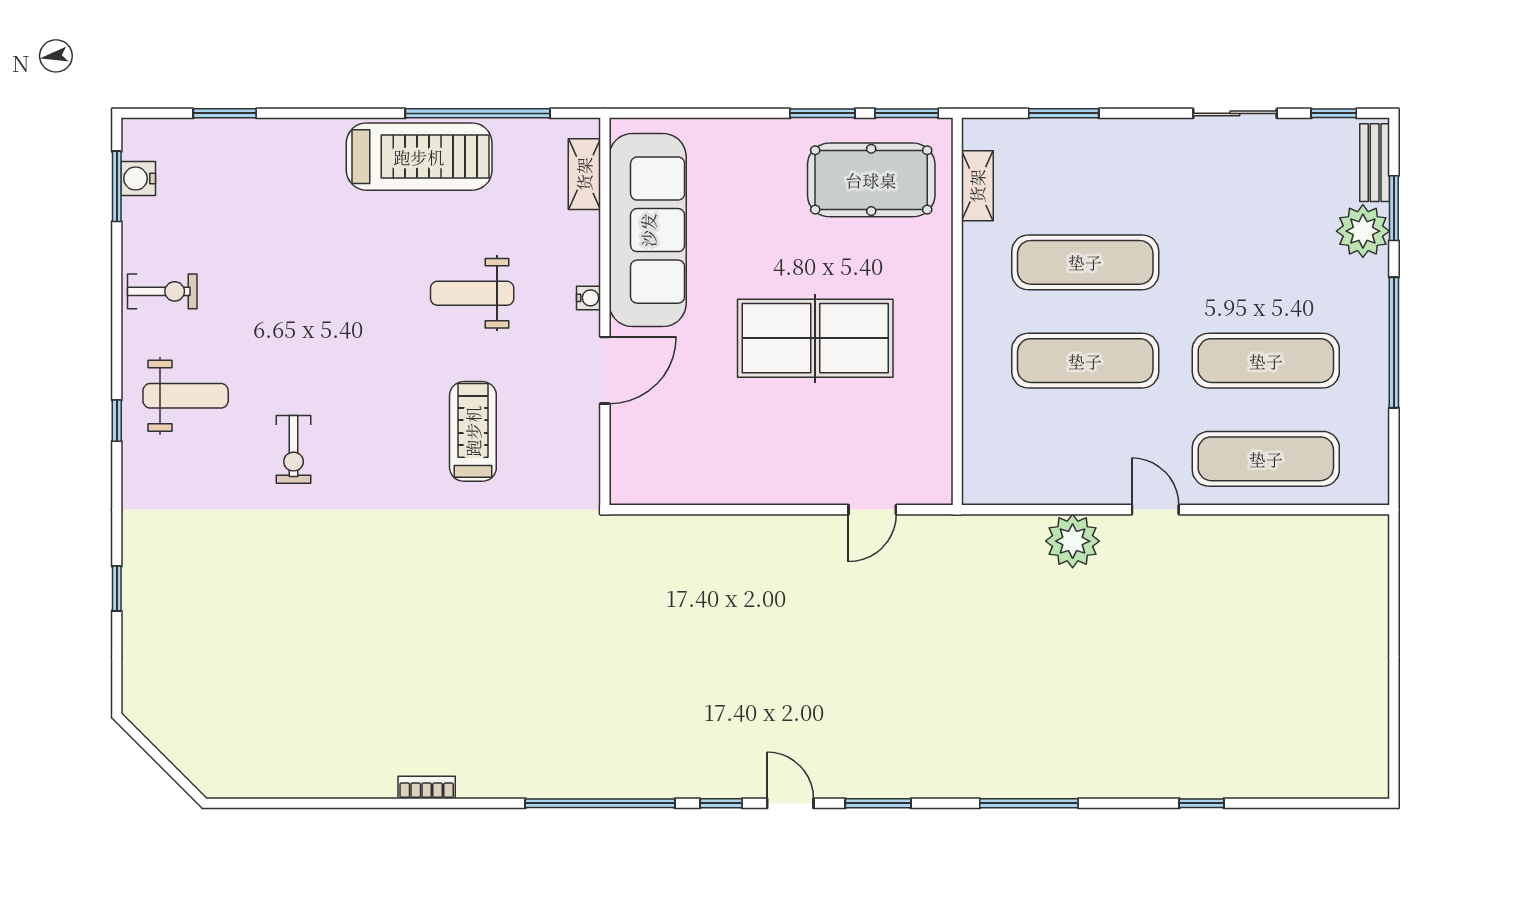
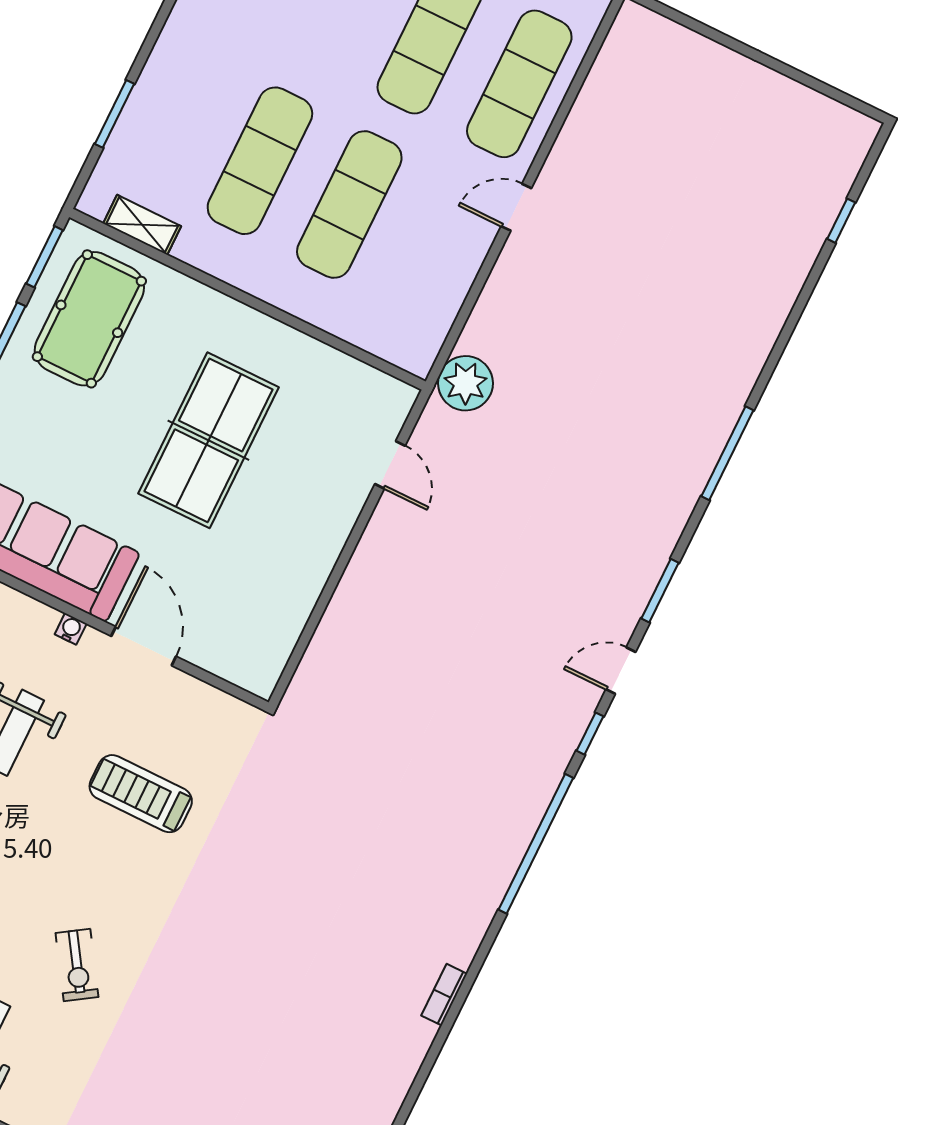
exercise bike: (294, 449) -> (77, 965), turned 57
plant: (1073, 541) -> (466, 383), moved
window: (1202, 803) -> (841, 221), moved

